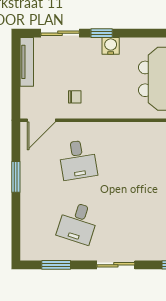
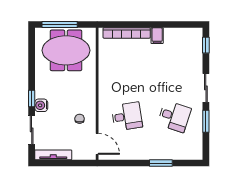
water cooler: (111, 46) -> (41, 105), moved
window: (16, 177) -> (161, 163), moved
window: (56, 265) -> (206, 121), moved

